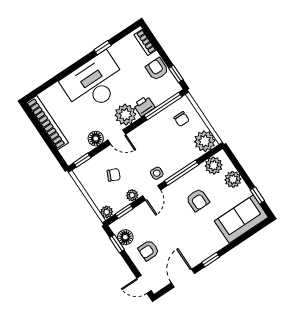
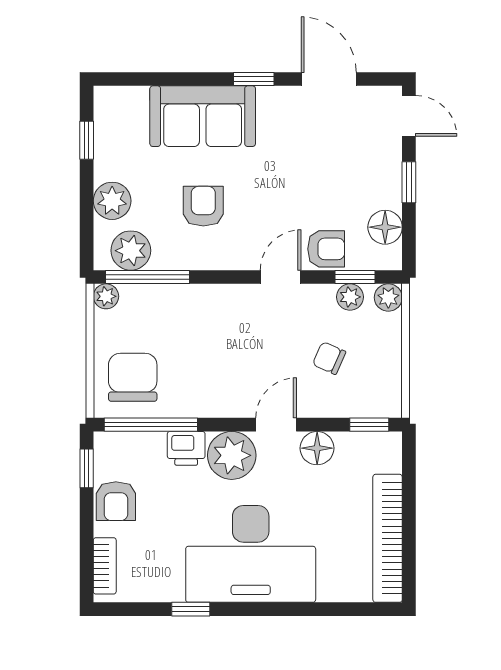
chair: (182, 119) -> (133, 377), width x1.87, depth x1.87
door: (117, 137) -> (276, 425), hinge flipped
plant: (205, 141) -> (106, 296), width x0.53, depth x0.53
side table: (157, 173) -> (247, 307), removed
window: (182, 173) -> (147, 277), moved
plant: (132, 195) -> (350, 297), moved
sofa: (241, 219) -> (203, 116), moved
window: (117, 244) -> (409, 182), moved
armchair: (149, 250) -> (326, 249), moved
door: (183, 278) -> (329, 79), swing flipped

